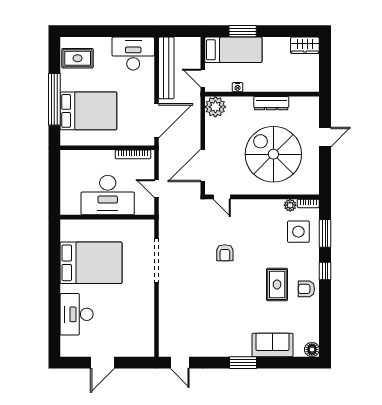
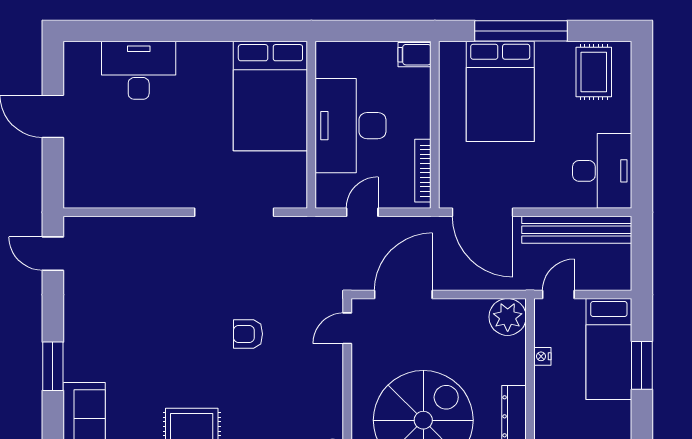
filing cabinet: (68, 159) -> (415, 55), added
door: (203, 165) -> (403, 295), hinge flipped
bed: (91, 263) -> (270, 96), moved
door: (180, 363) -> (53, 254), hinge flipped

